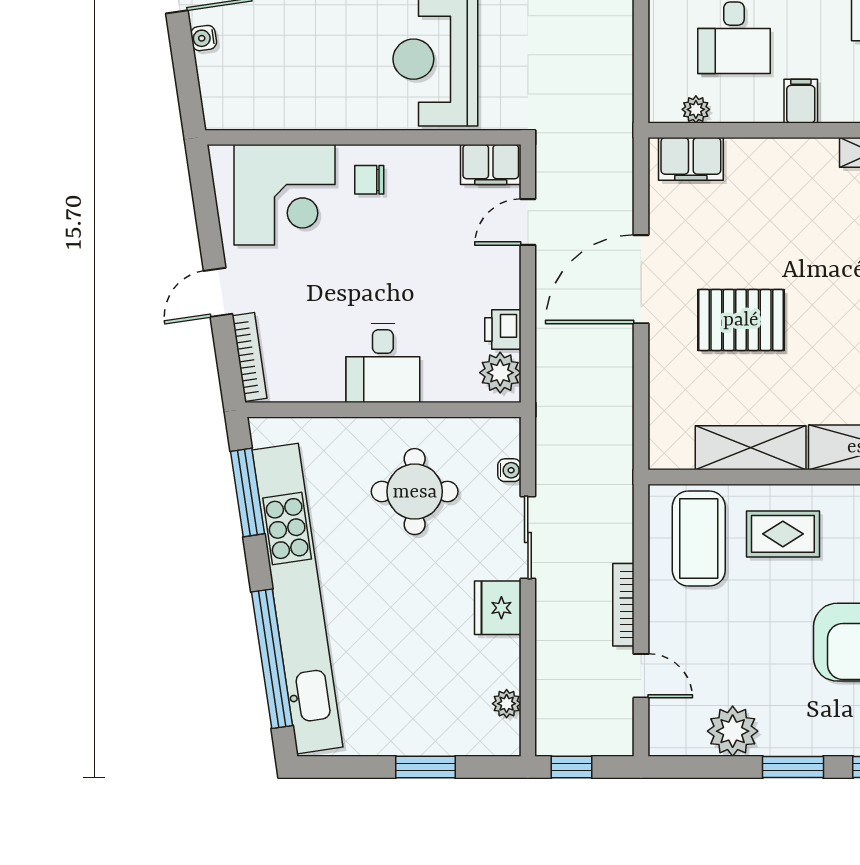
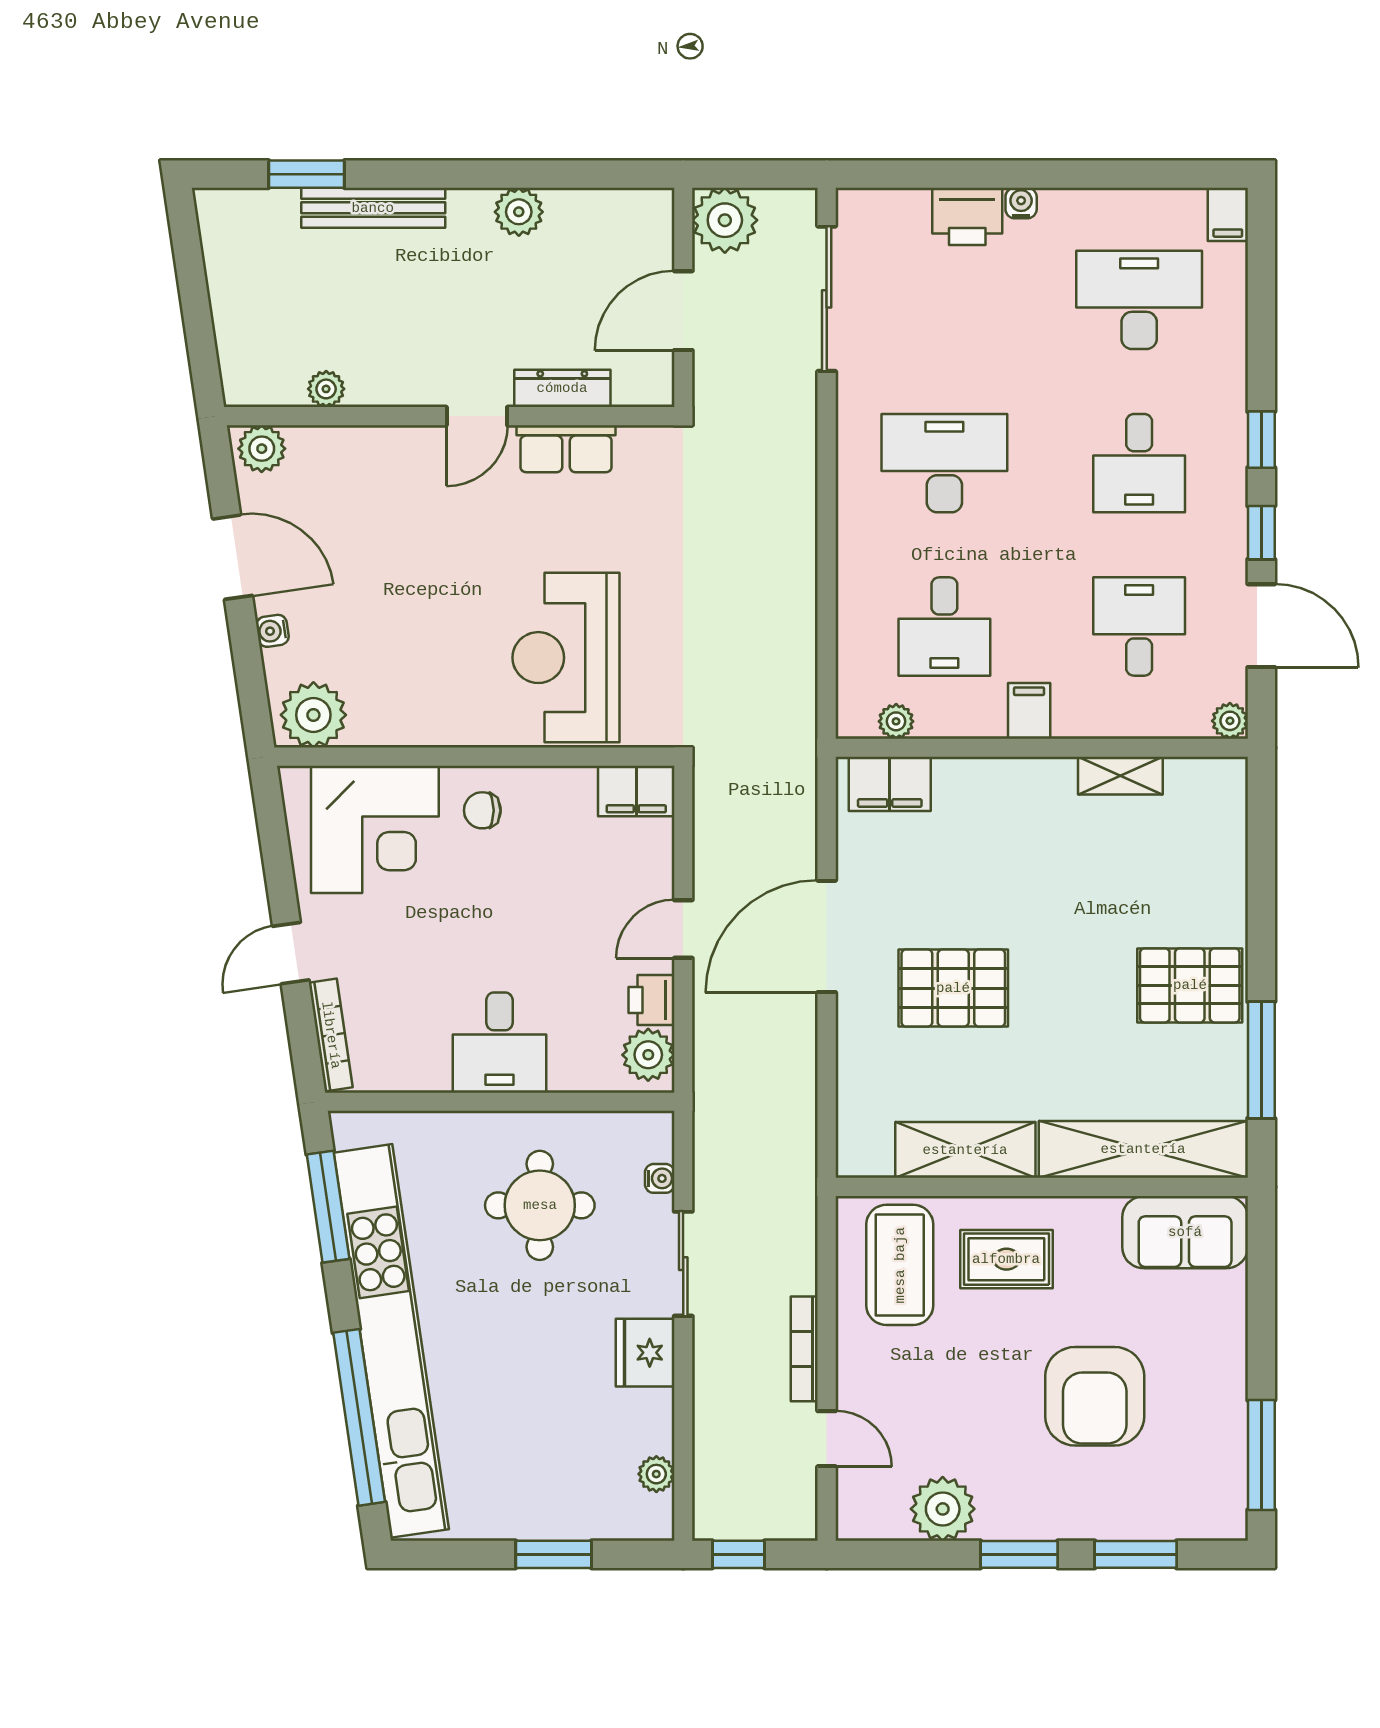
plant: (236, 104) -> (313, 715), added
door: (528, 222) -> (683, 929), moved

